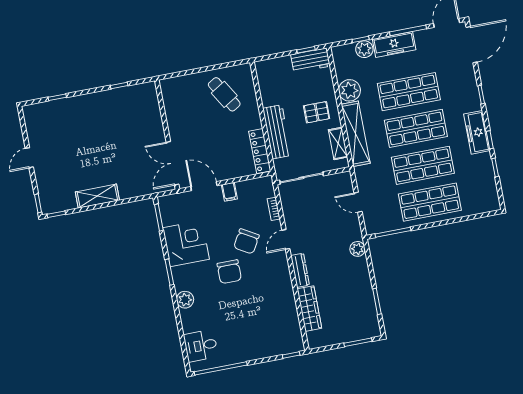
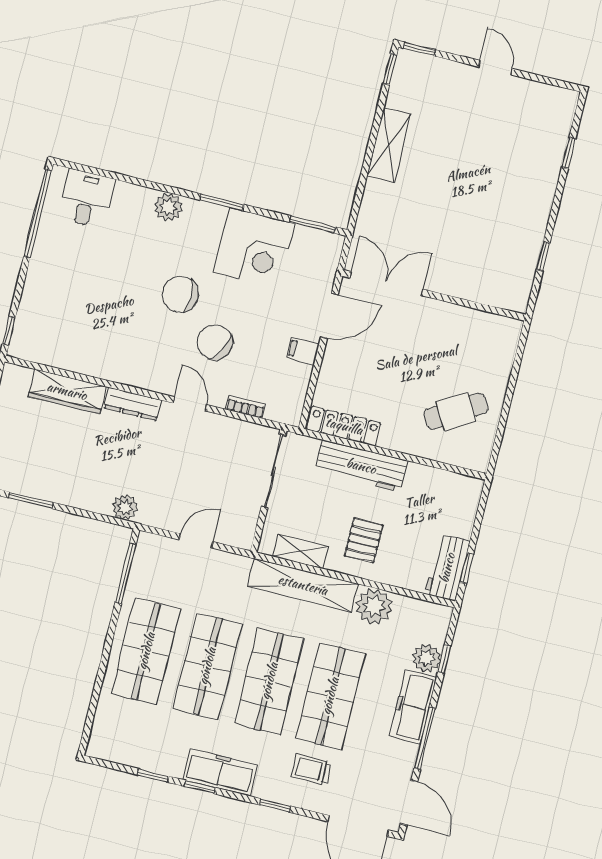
trolley: (453, 84) -> (311, 770), added

